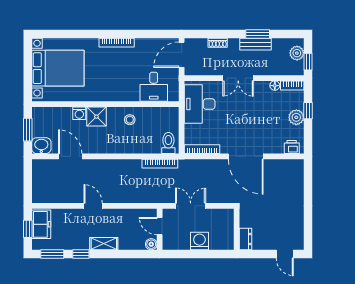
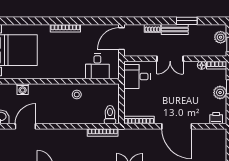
bench: (255, 44) -> (175, 30), moved
desk: (200, 104) -> (137, 77), width x0.73
washing machine: (79, 113) -> (23, 89), moved
shower: (96, 117) -> (48, 92), removed
door: (70, 156) -> (25, 126), hinge flipped

